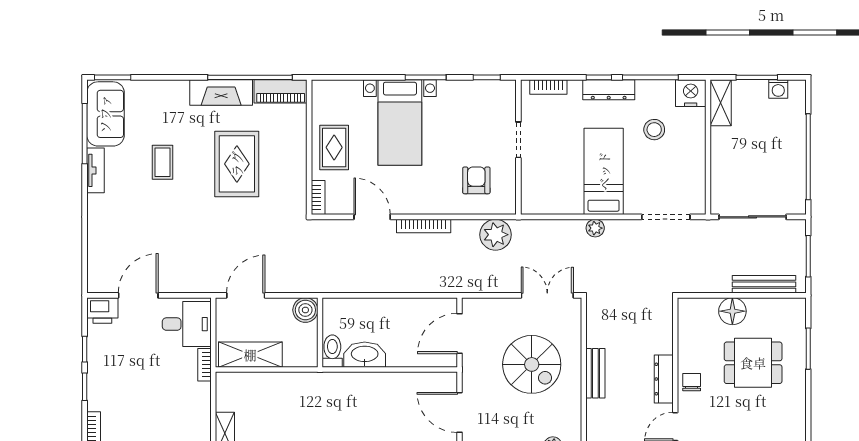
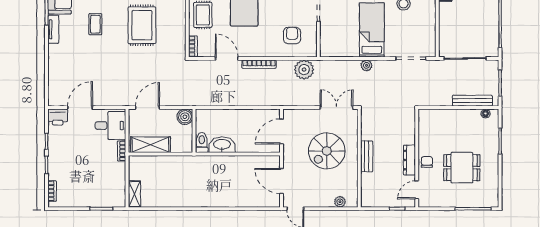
floor lamp: (732, 311) -> (486, 114), moved, width x0.53, depth x0.53
dining table: (753, 363) -> (462, 168), moved
spiral stairs: (532, 364) -> (327, 151), turned 90

